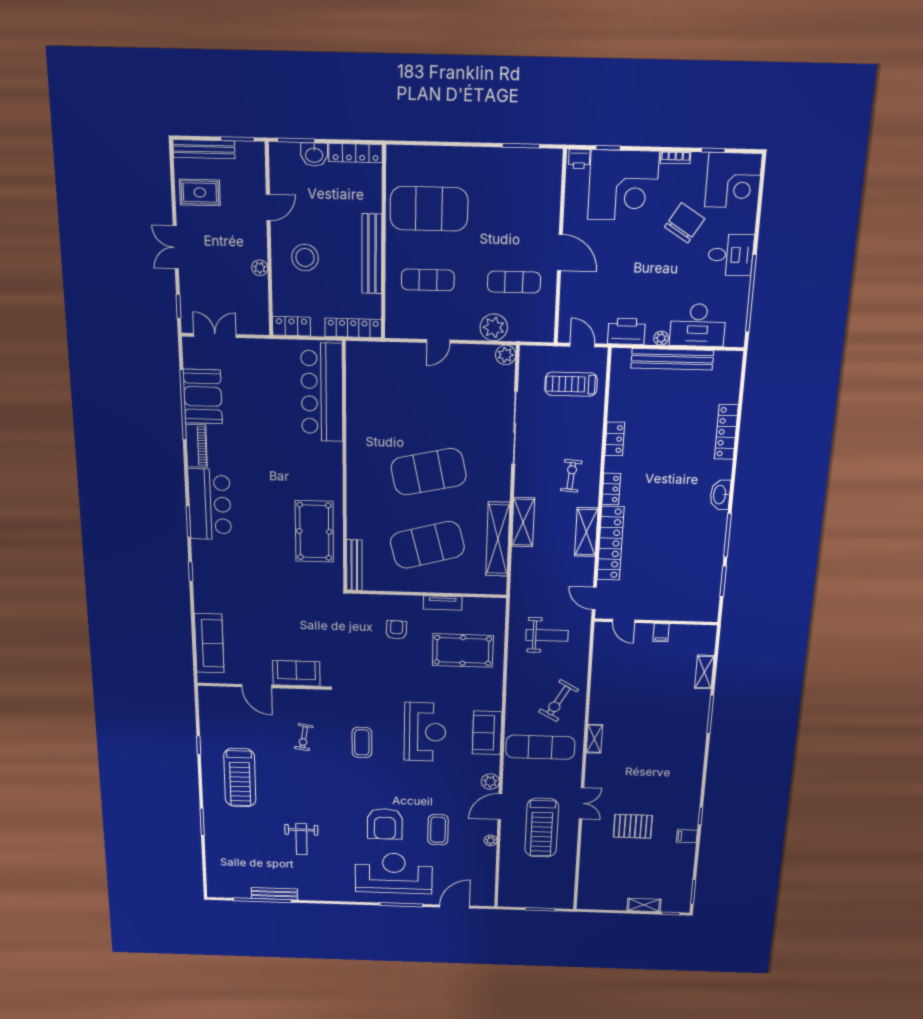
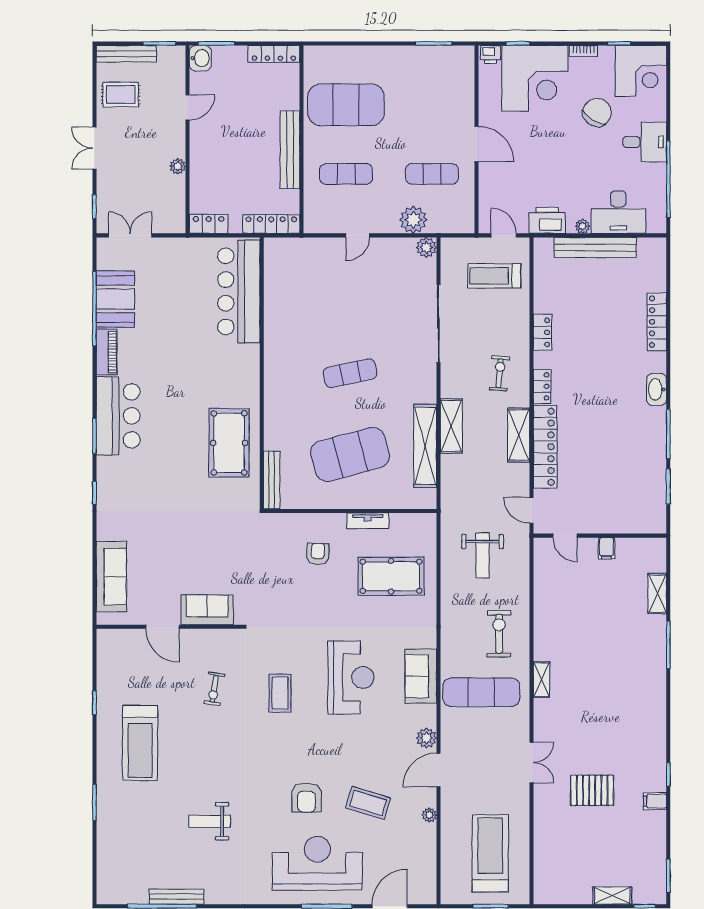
washbasin: (314, 155) -> (200, 58), moved, turned -90
stool: (305, 257) -> (223, 155), removed
exercise mat: (429, 472) -> (350, 373), width x0.50, depth x0.69
weight bench: (547, 635) -> (483, 555), turned 90
exercise bike: (559, 701) -> (499, 634), turned 151
armchair: (385, 824) -> (307, 798), width x0.73, depth x0.73
treadmill: (542, 828) -> (490, 853), moved, turned 180
coffee table: (438, 830) -> (368, 803), turned -73
weight bench: (301, 839) -> (210, 821), turned 90

